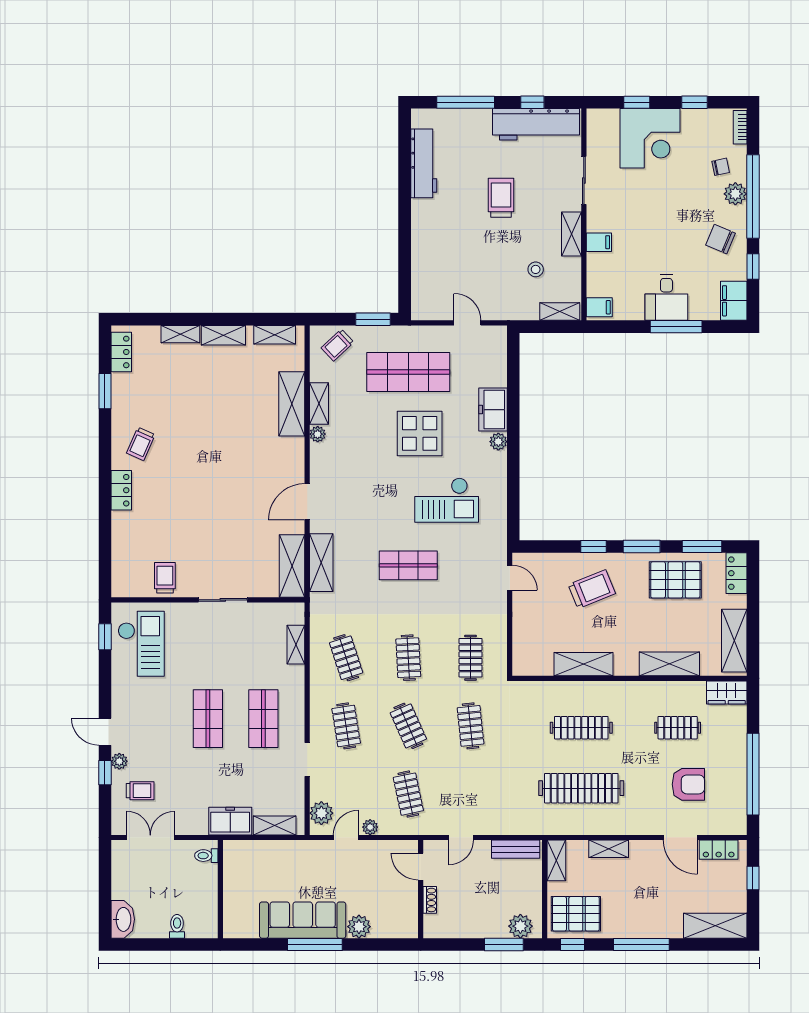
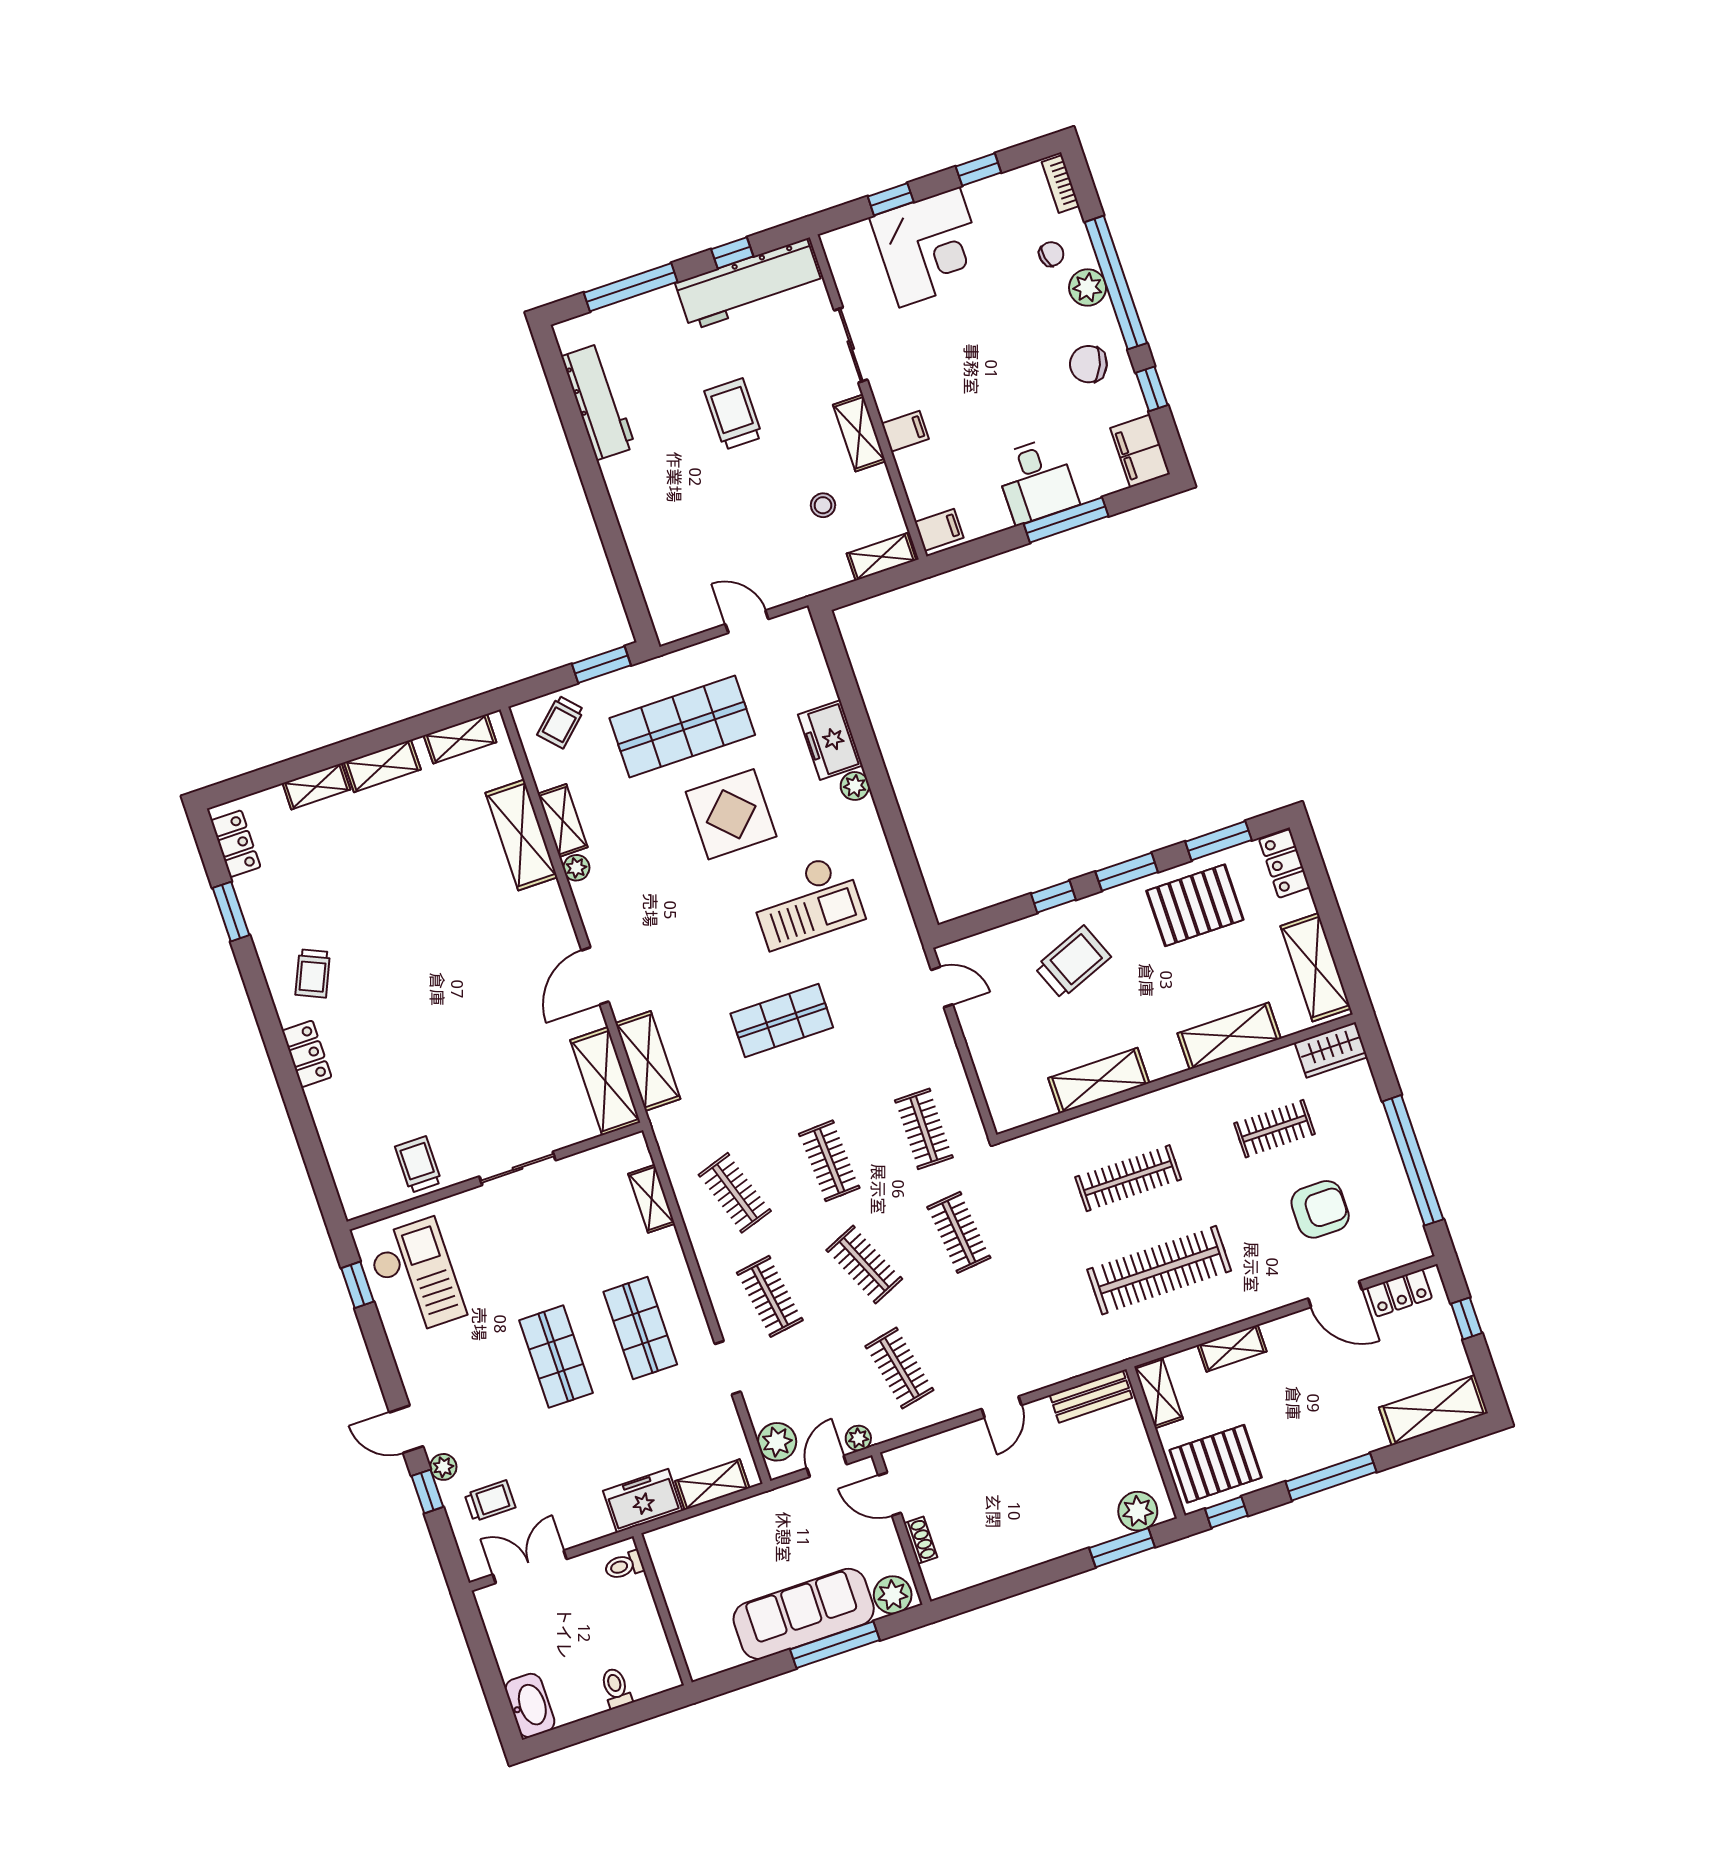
door: (421, 867) -> (890, 1494), moved
wall: (421, 889) -> (901, 1528), moved
shoe rack: (430, 900) -> (920, 1540), moved

